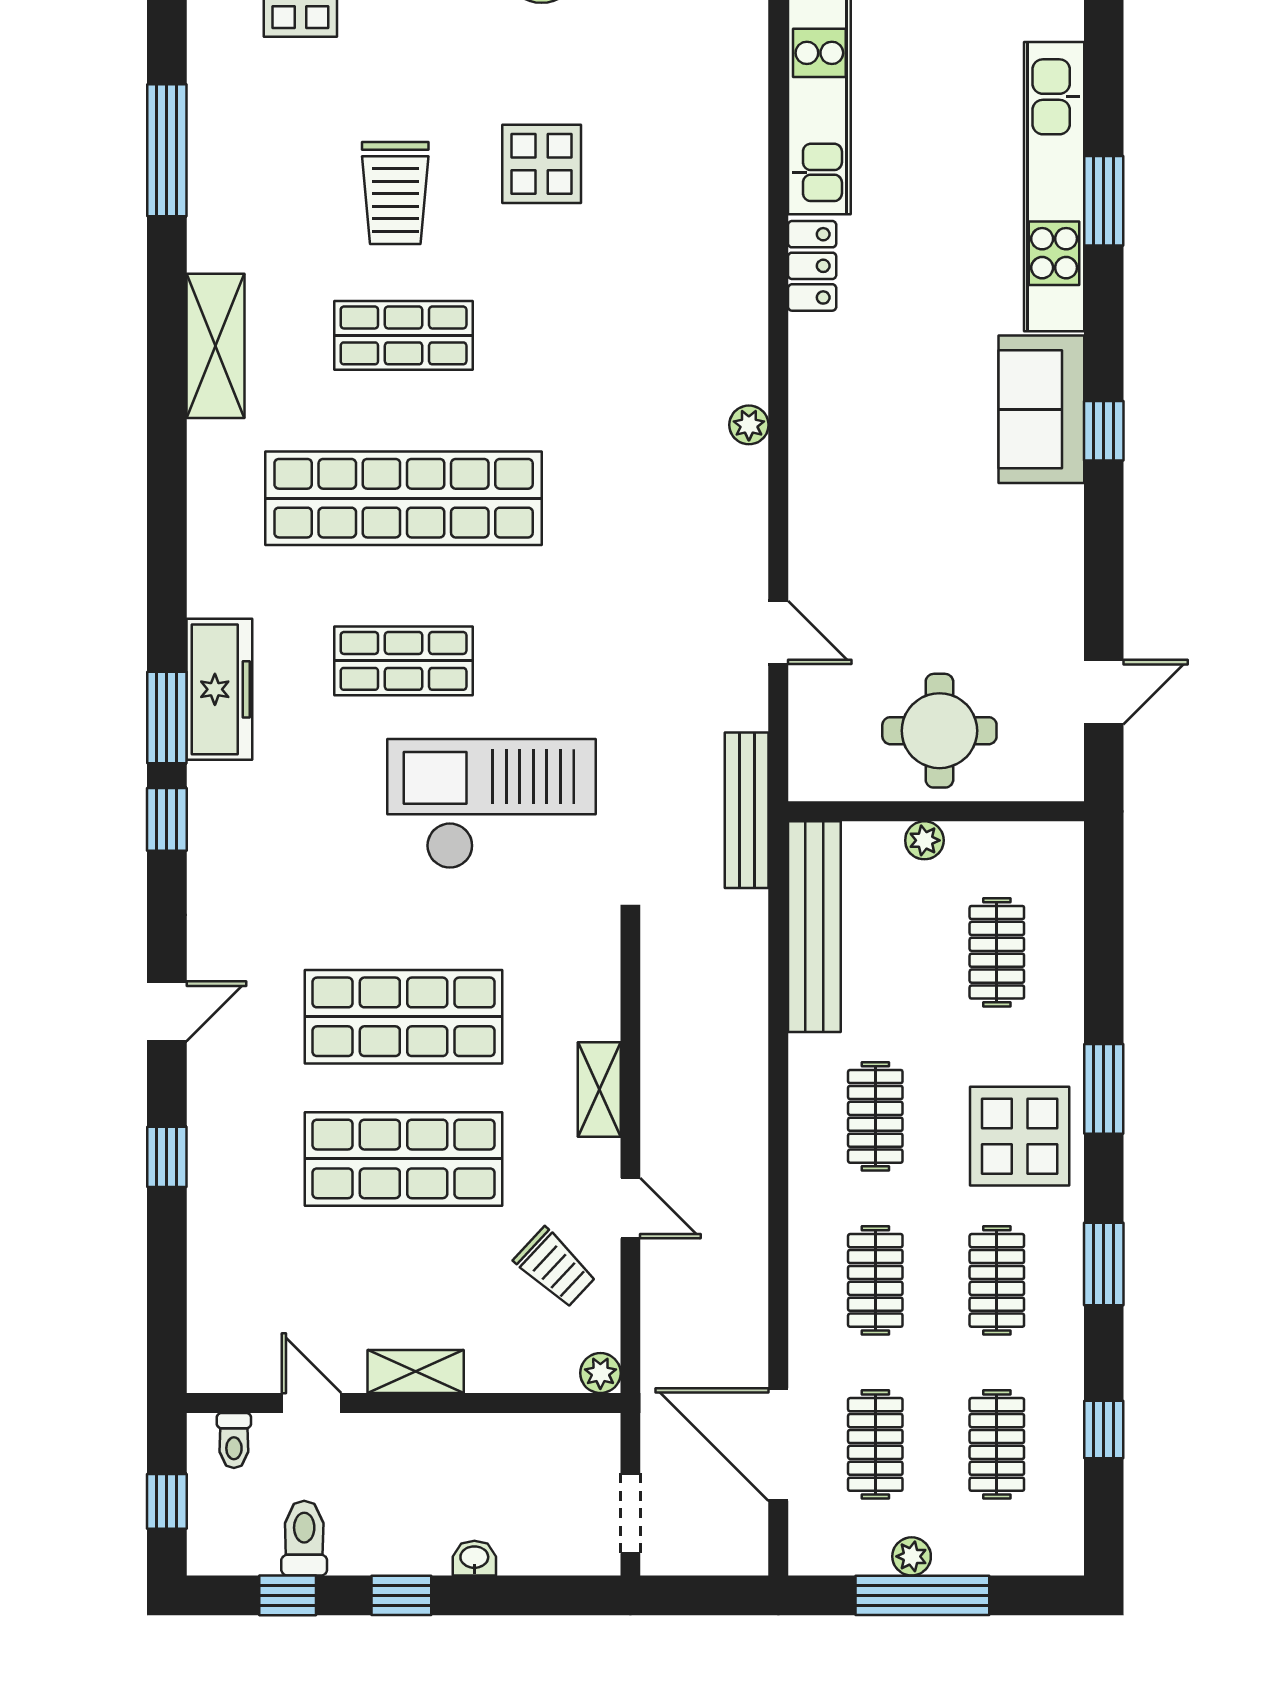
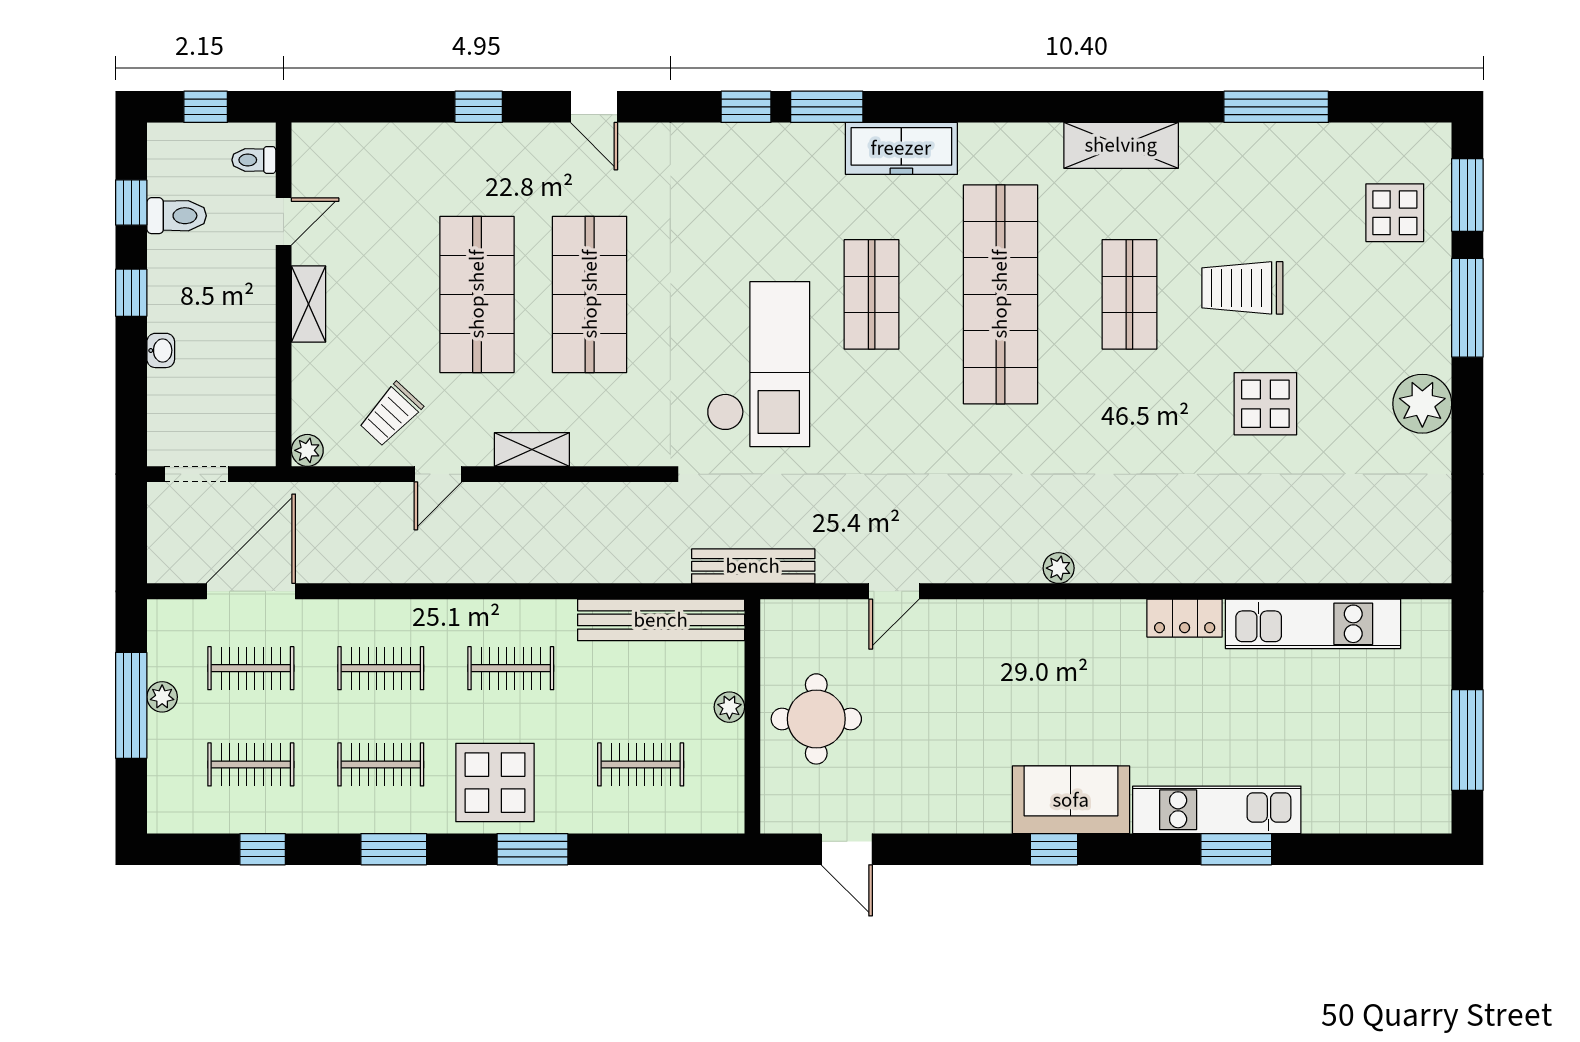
kitchen unit: (1054, 187) -> (1217, 810), width x0.73
freezer: (219, 689) -> (901, 148), moved

